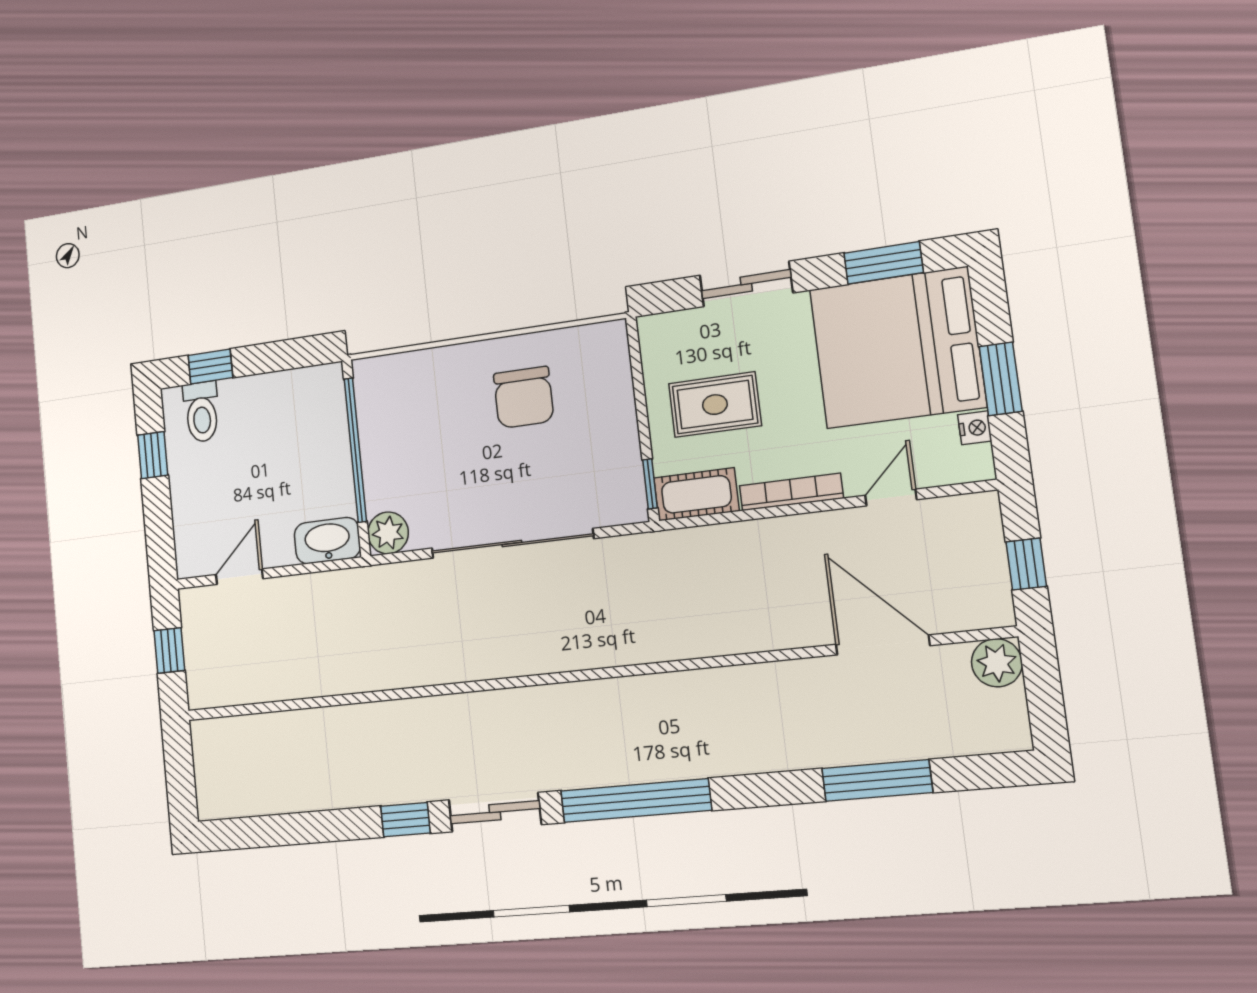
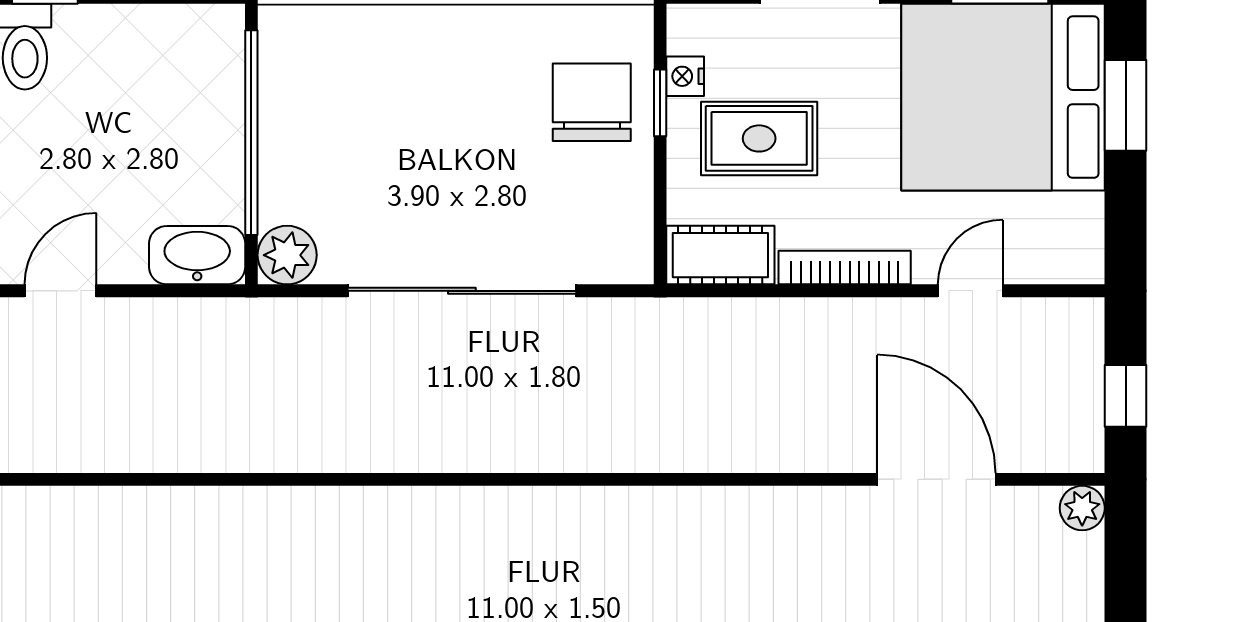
window: (1001, 379) -> (1126, 105), moved
chair: (524, 397) -> (592, 102), moved, turned 180
nightstand: (975, 428) -> (685, 76), moved, turned 180
window: (650, 484) -> (660, 103), moved
plant: (997, 663) -> (1082, 508), width x0.73, depth x0.73

